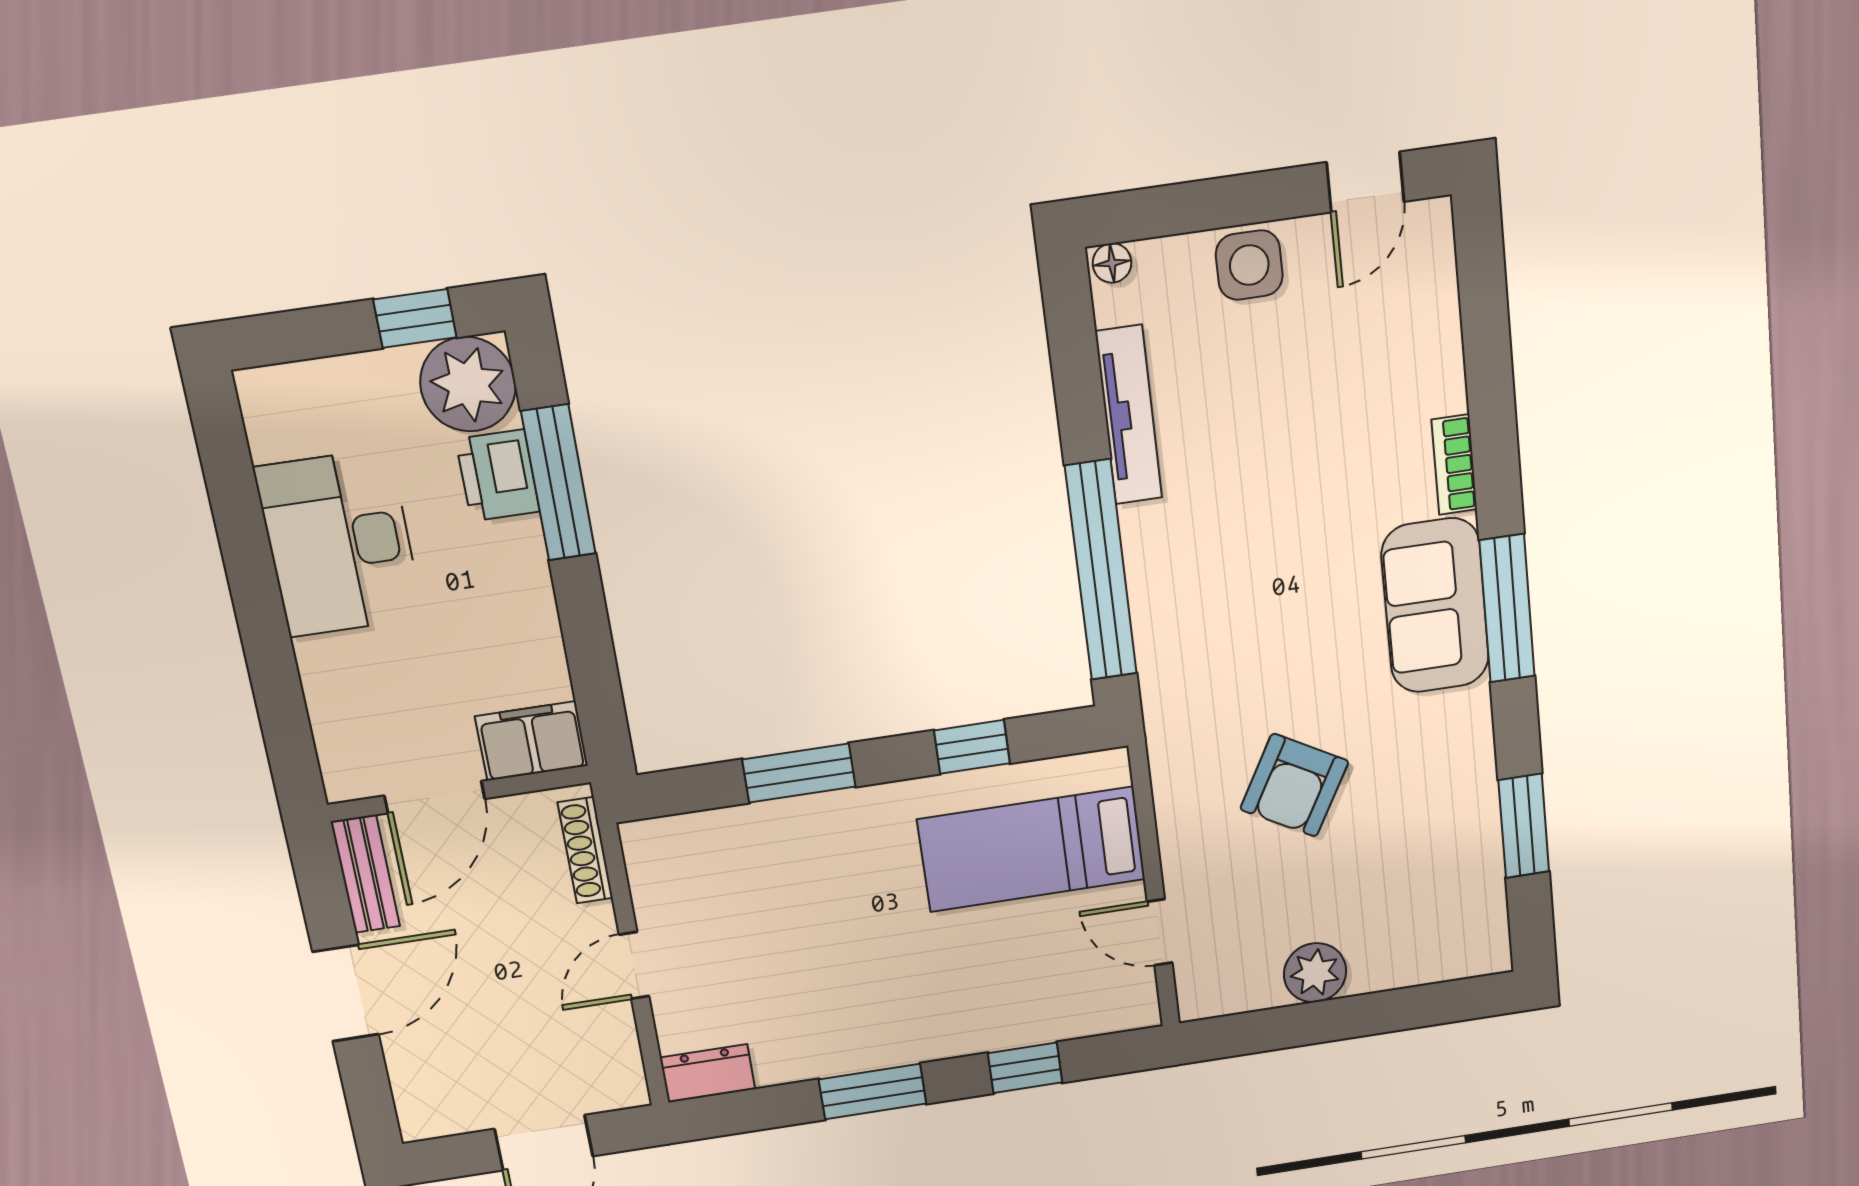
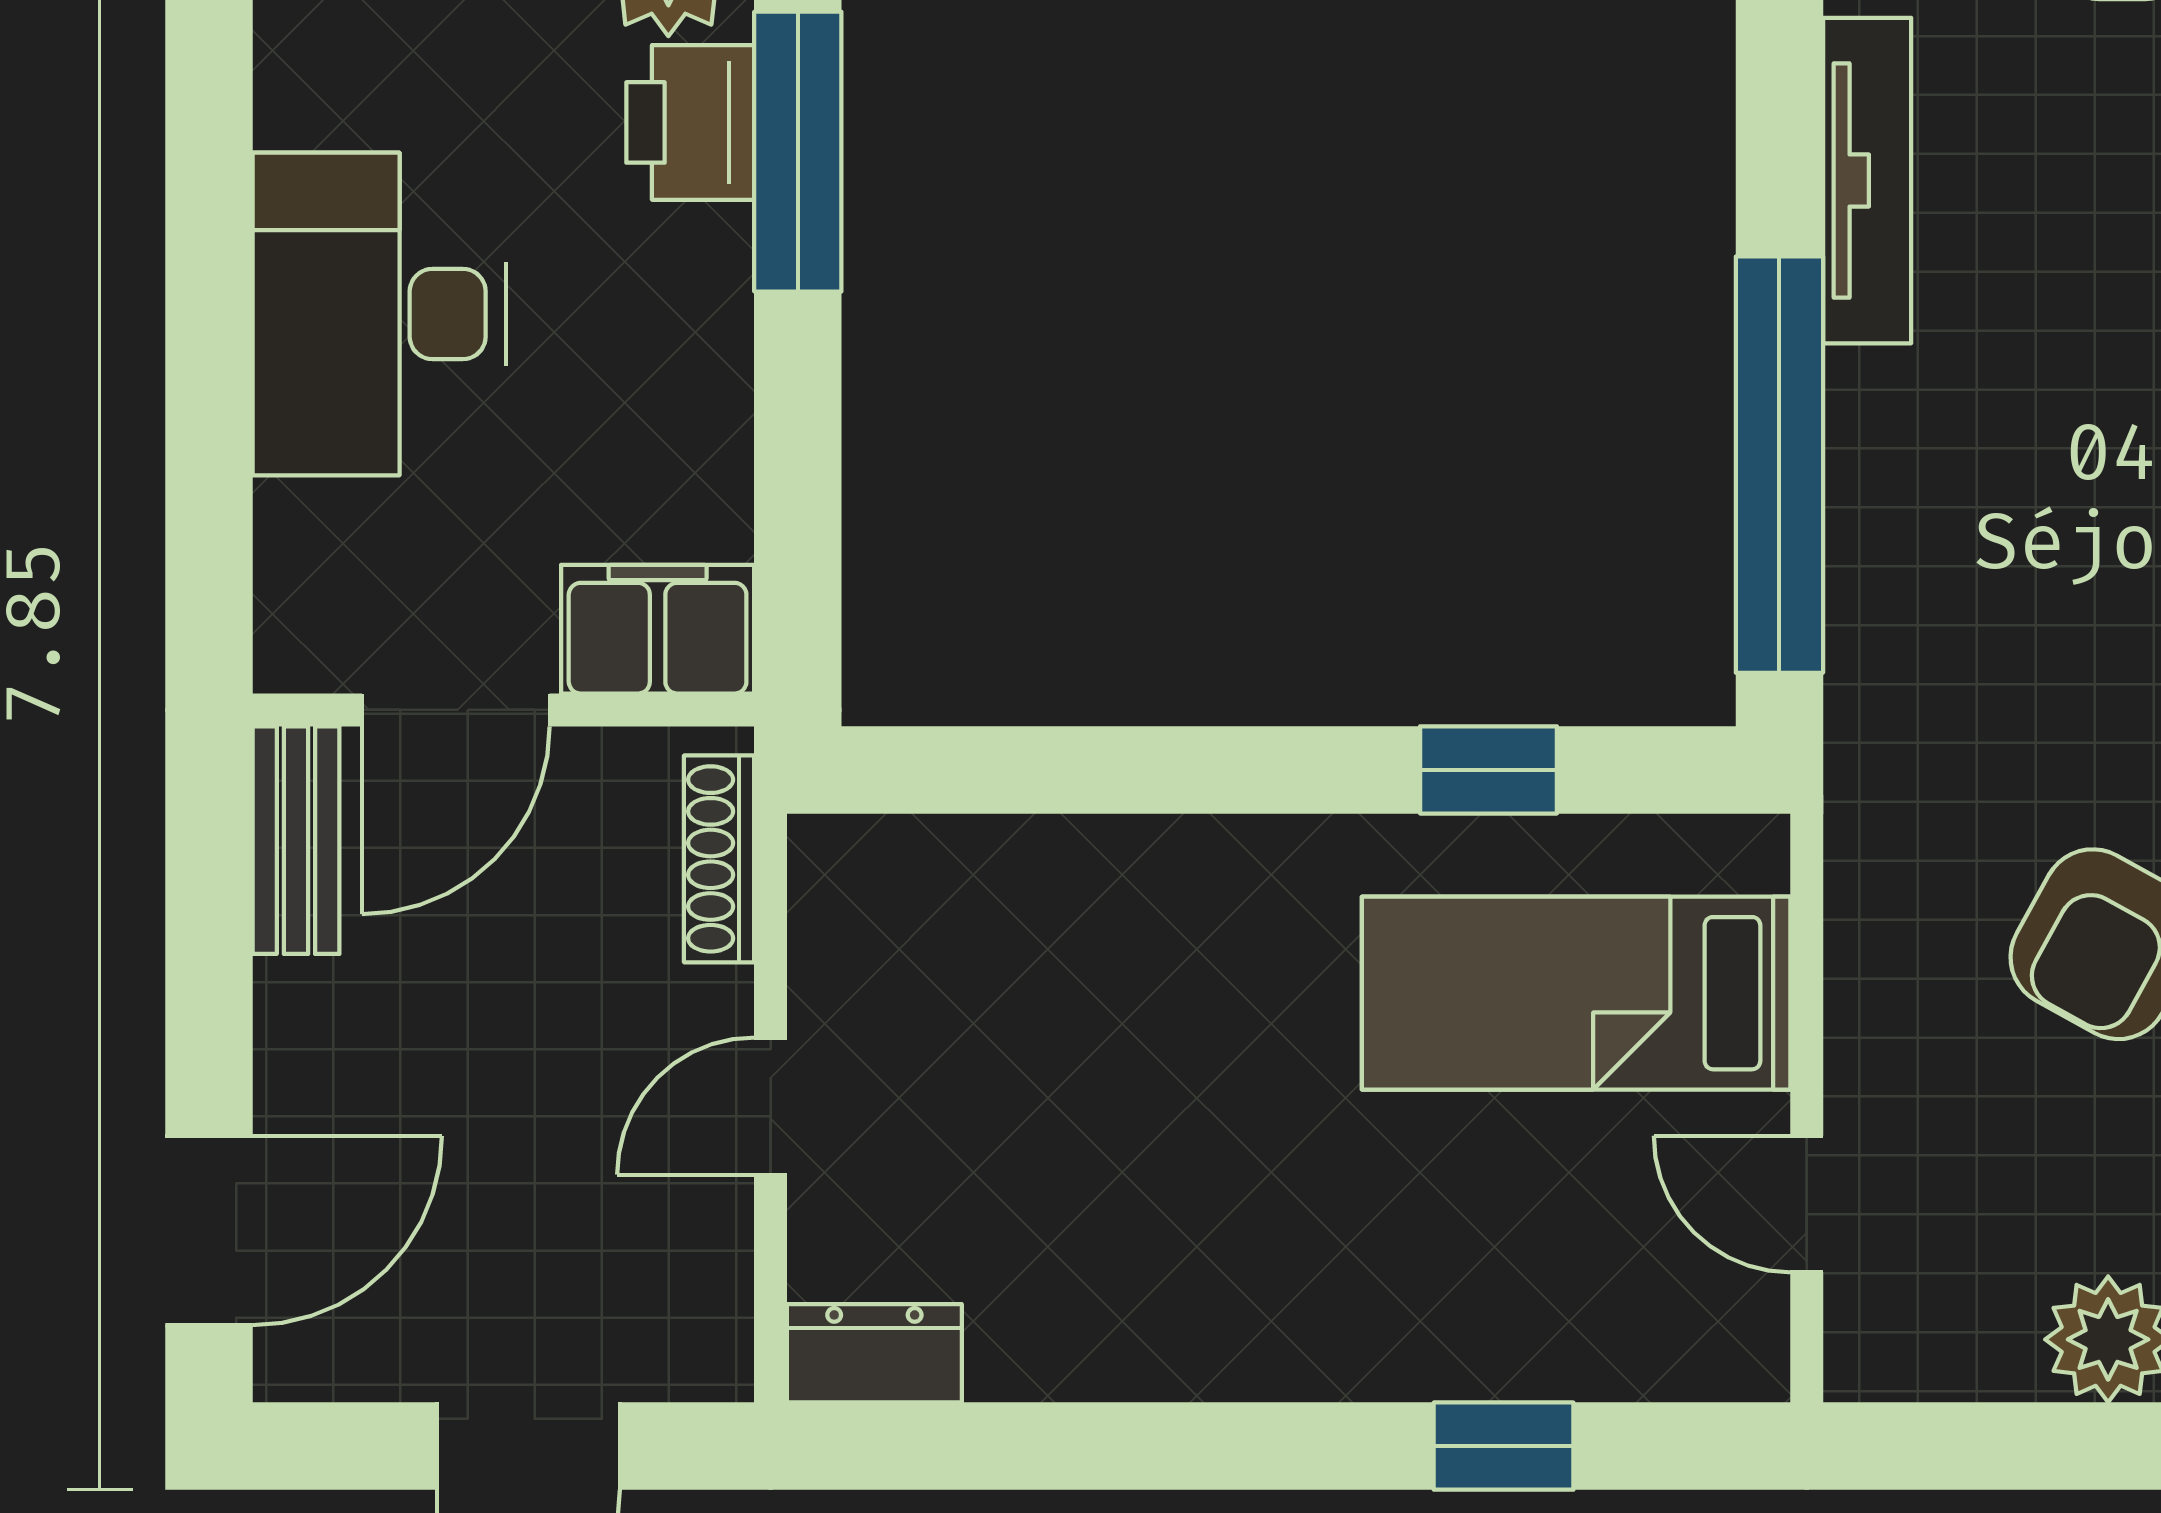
desk: (339, 543) -> (379, 314), moved
window: (799, 773) -> (1150, 770), removed
door: (346, 993) -> (209, 1231), moved
window: (873, 1092) -> (1193, 1446), removed

